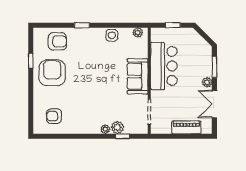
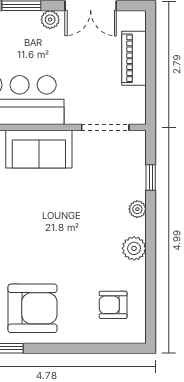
armchair: (52, 73) -> (33, 308), turned 180
armchair: (54, 116) -> (113, 305), turned 90
plant: (117, 127) -> (134, 248), moved

